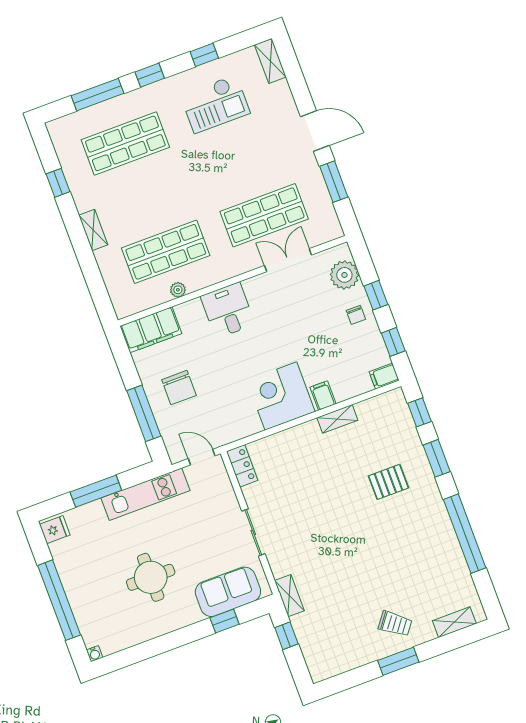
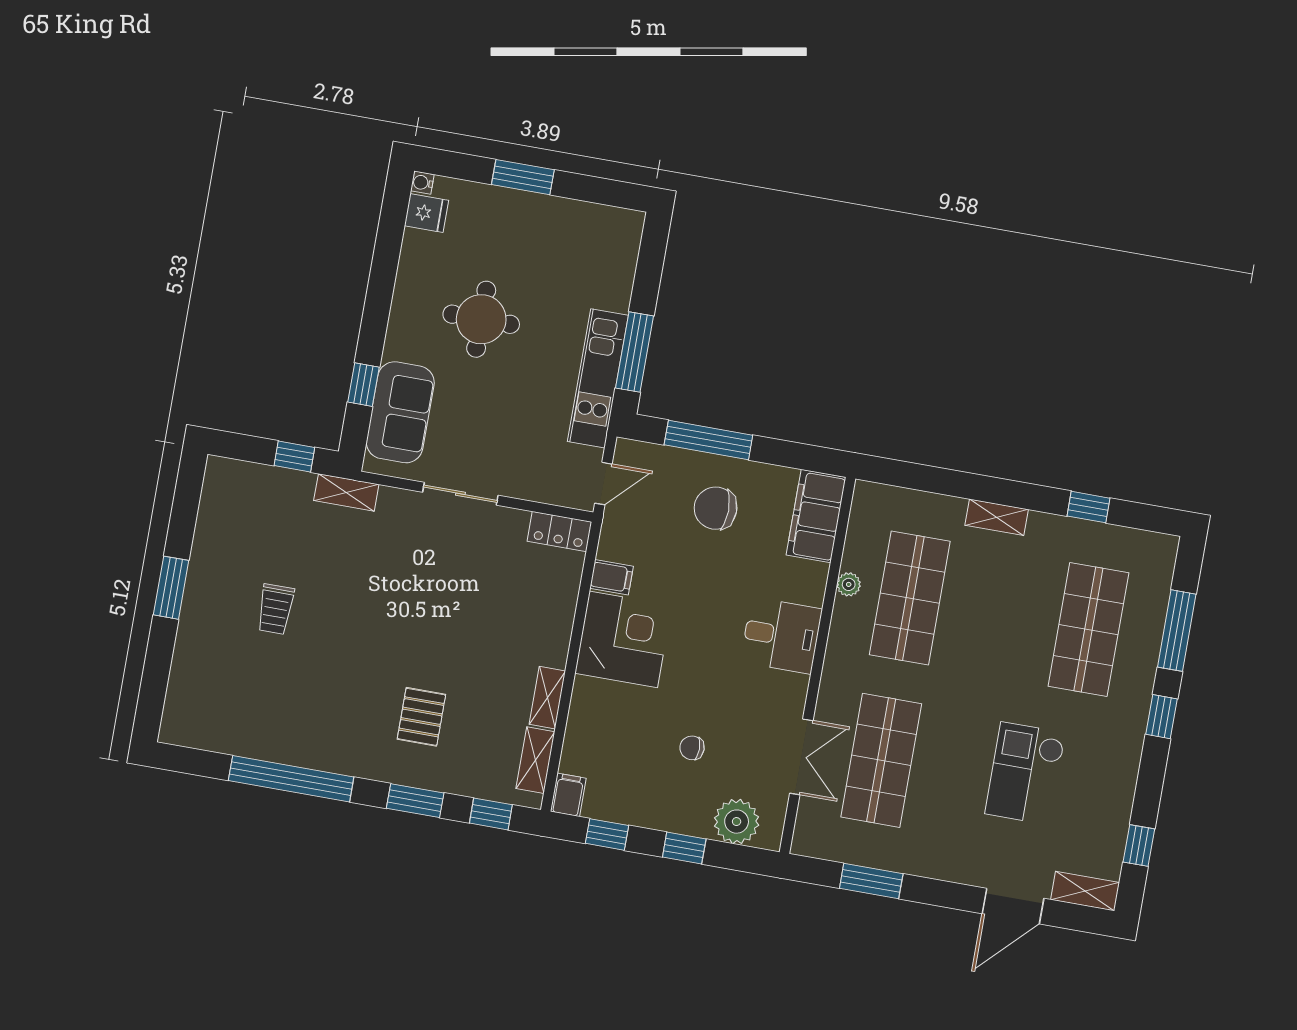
window: (204, 55) -> (1139, 845), moved
checkout: (215, 104) -> (1025, 773), moved
door: (315, 131) -> (1013, 906), moved
chair: (356, 315) -> (692, 748), moved
filing cabinet: (323, 396) -> (611, 577), moved
window: (96, 491) -> (635, 352), moved
fridge: (55, 530) -> (426, 213), moved, turned -90
window: (59, 600) -> (523, 177), width x0.47
shelving: (454, 622) -> (535, 760), moved
trolley: (395, 624) -> (275, 609), moved, turned -37

